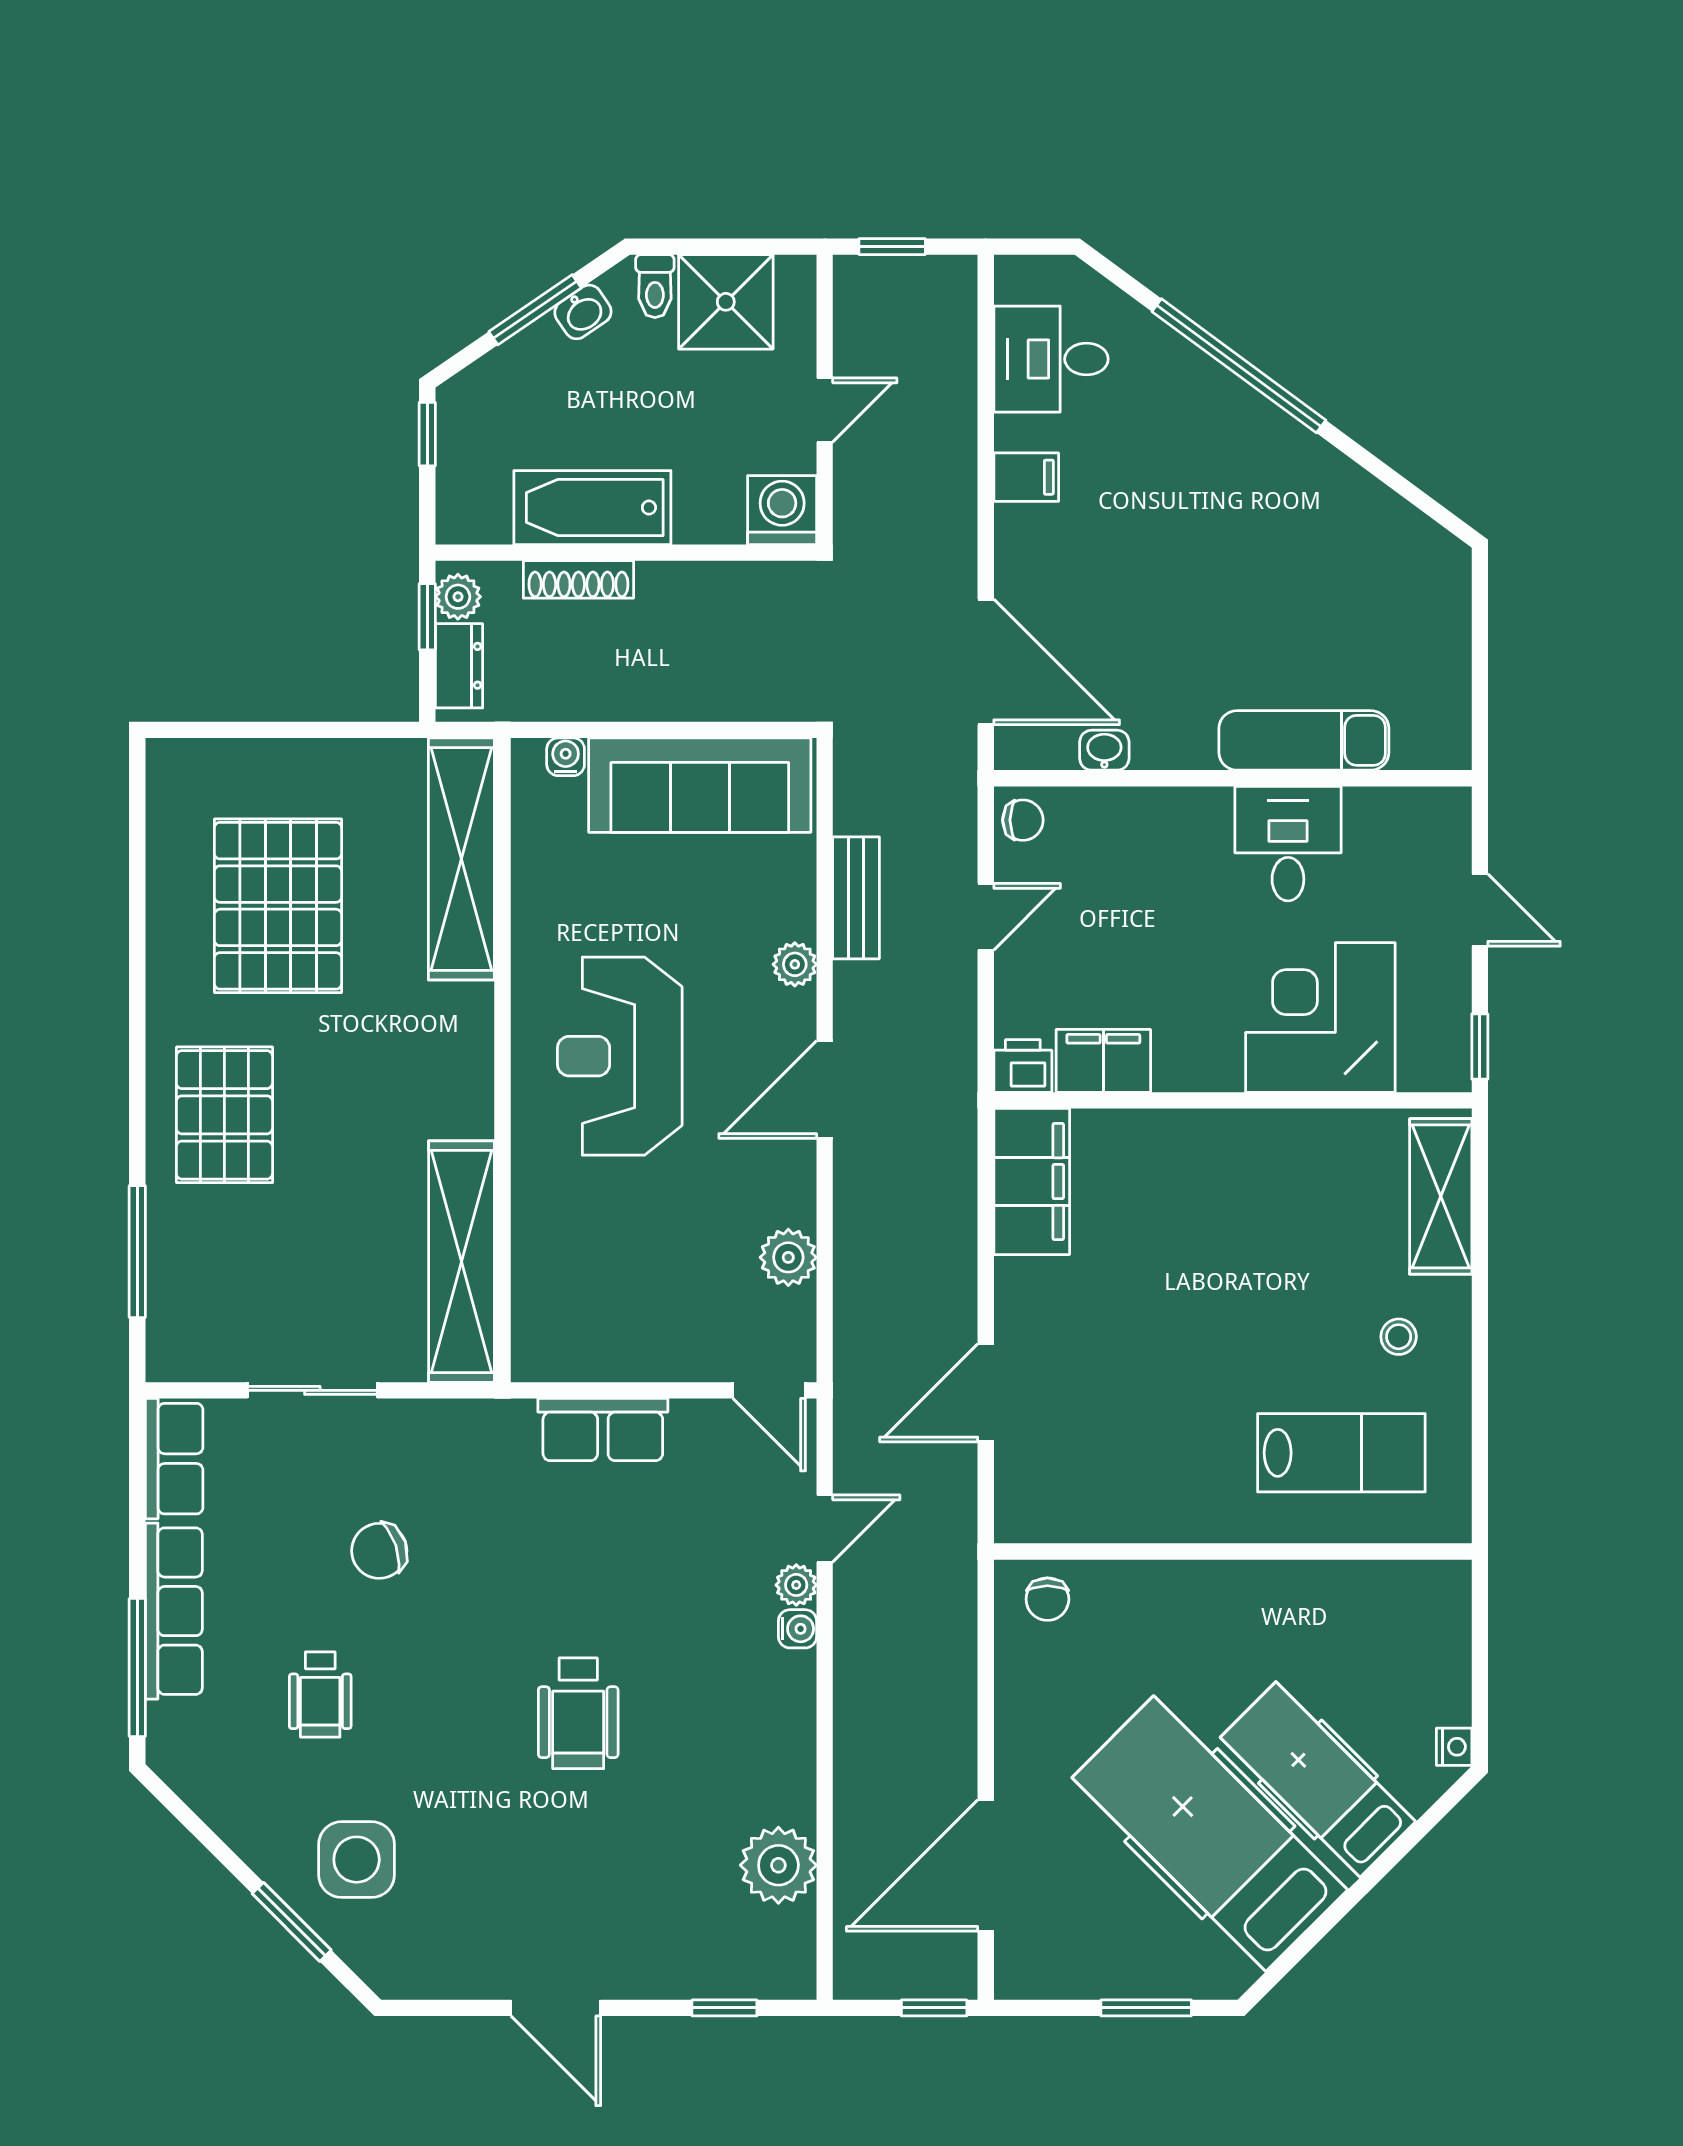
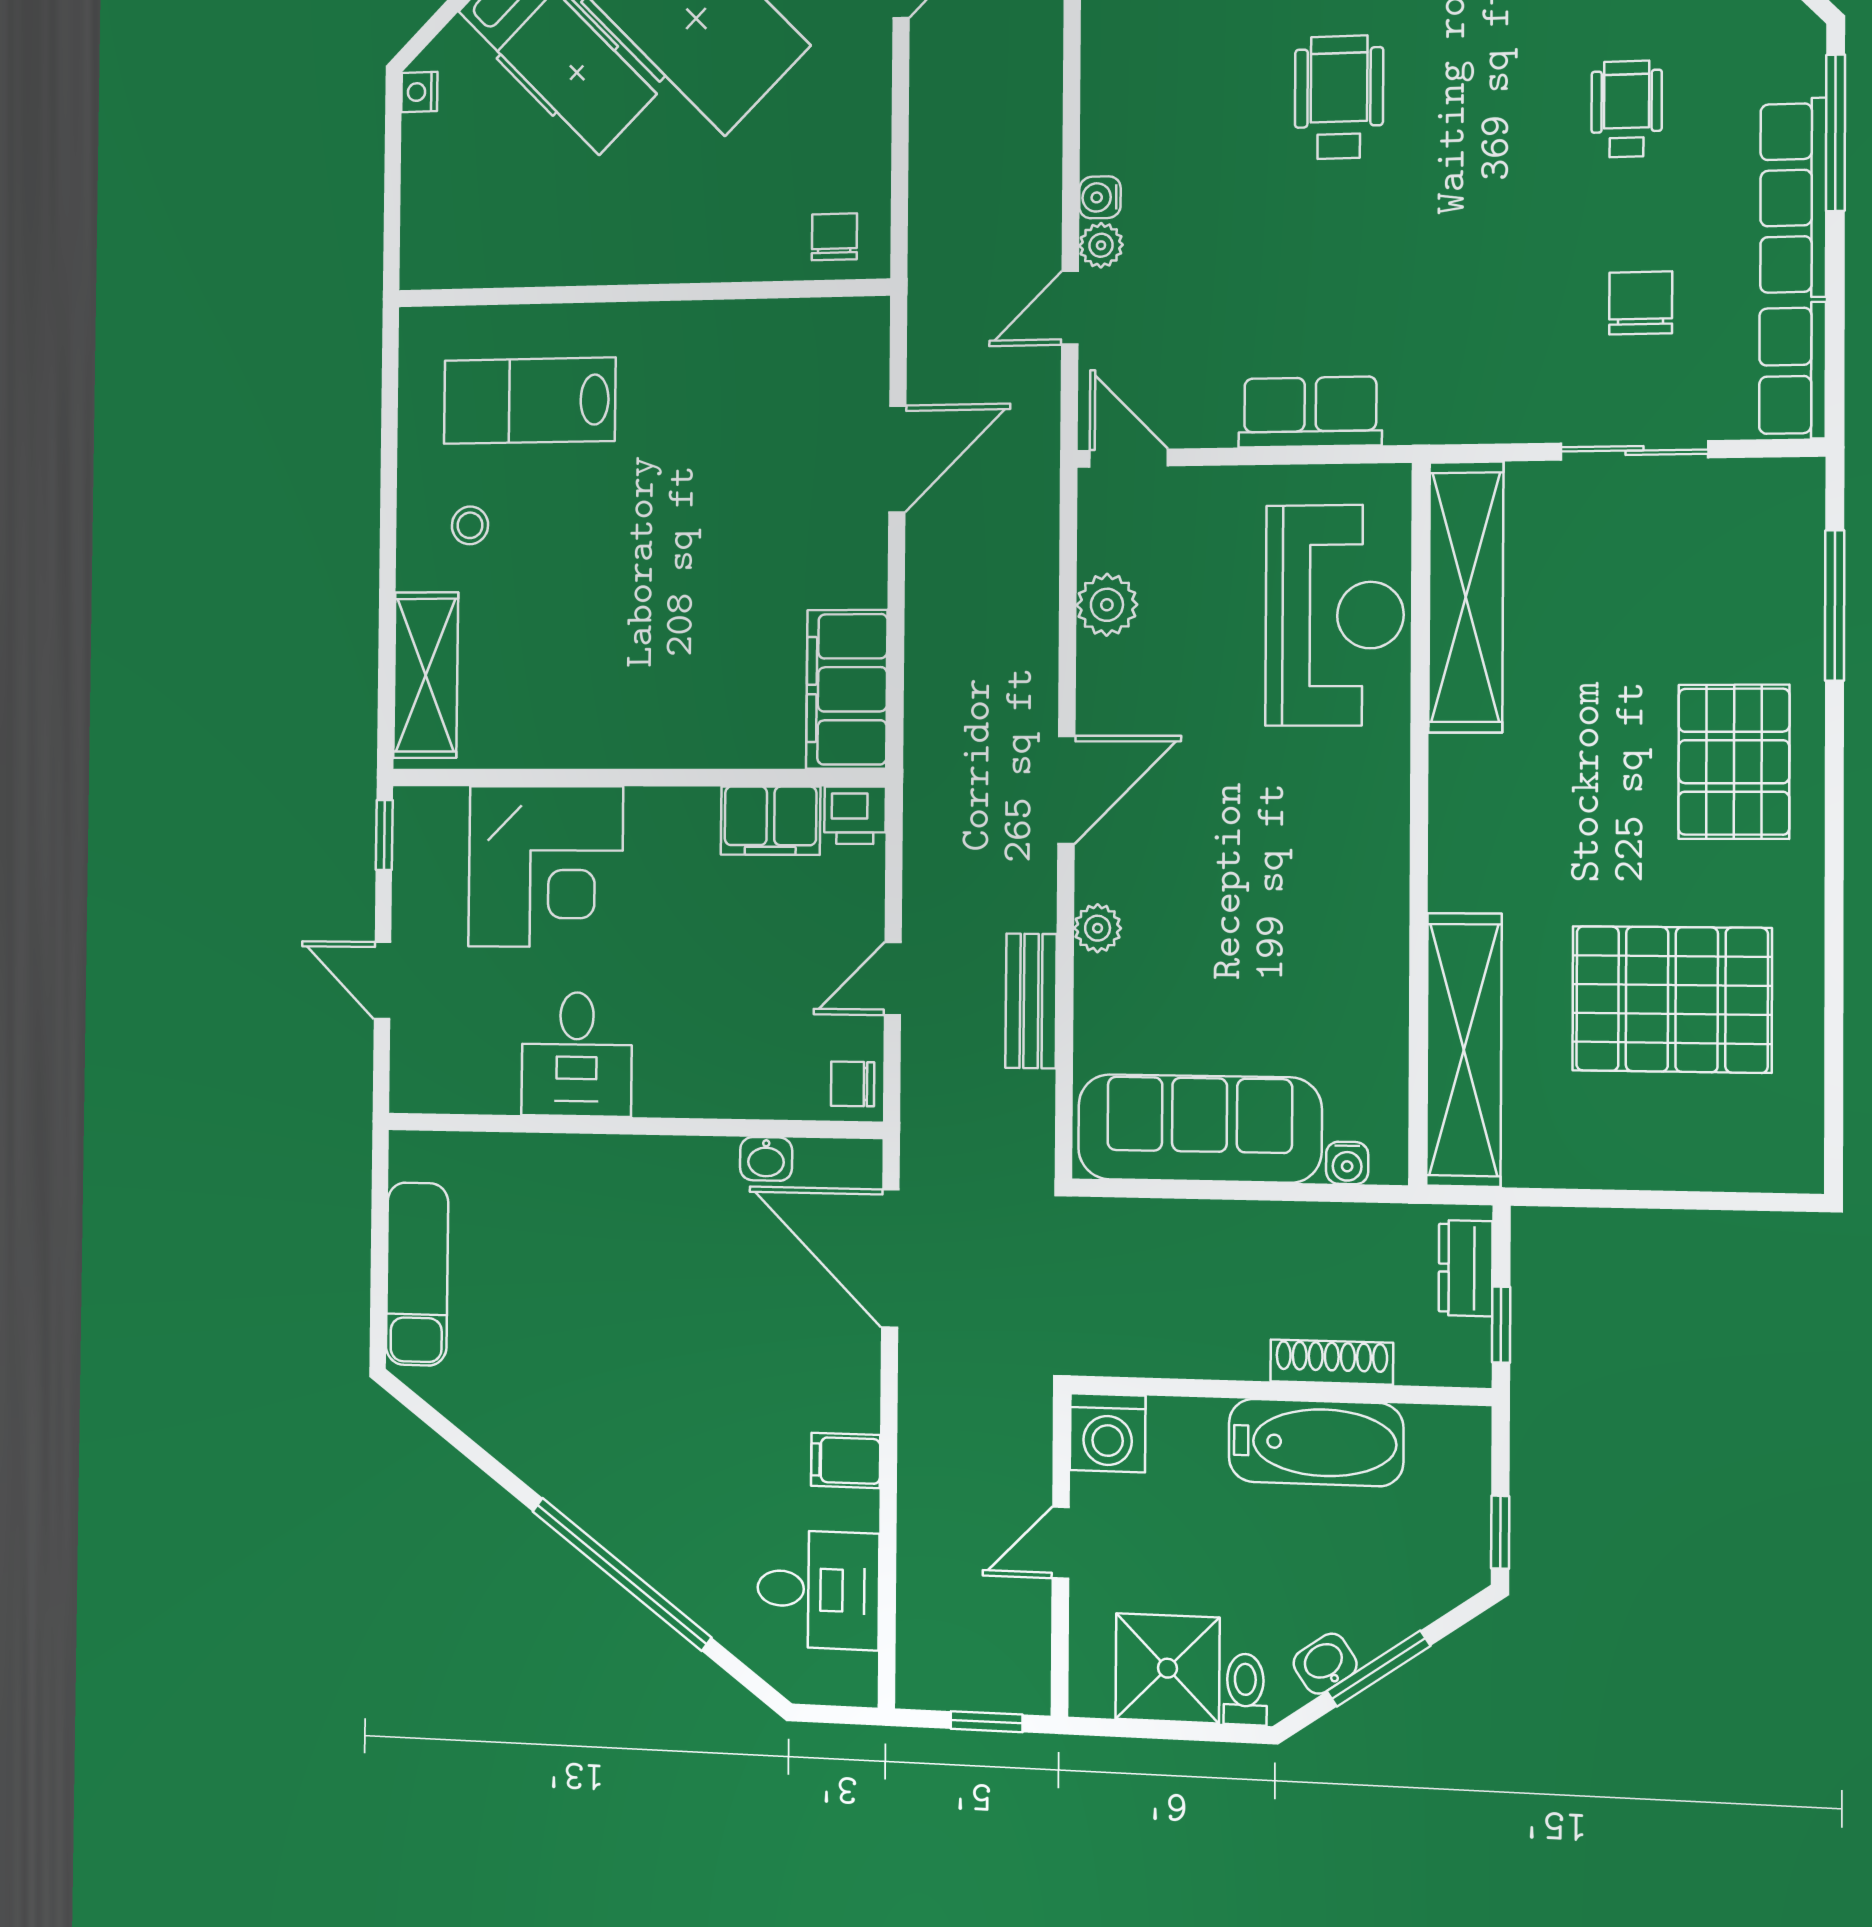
plant: (458, 597) -> (1466, 1346), removed
exam couch: (1304, 740) -> (417, 1274), moved, turned -90
pallet: (278, 906) -> (1672, 999), turned 90
reception desk: (620, 1056) -> (1335, 615), moved
chair: (379, 1551) -> (1641, 303), moved, turned -71

